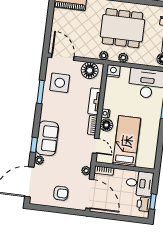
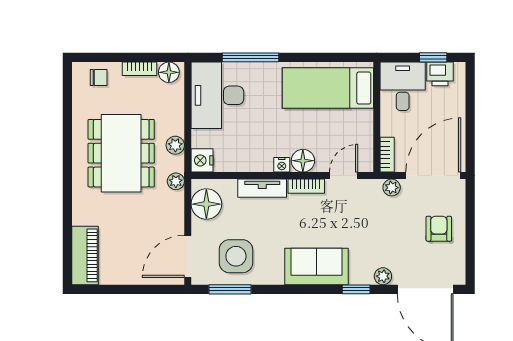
window: (41, 92) -> (230, 289), moved
sofa: (47, 138) -> (317, 266), moved
bed: (127, 141) -> (328, 88), moved

